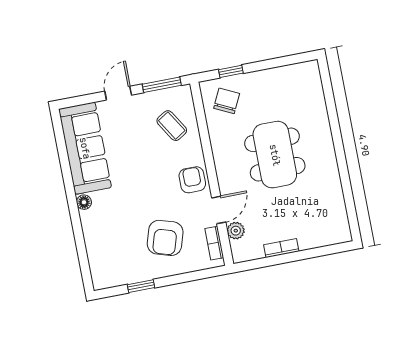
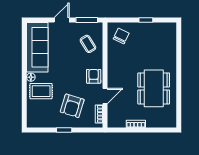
window: (231, 71) -> (146, 20), moved
dining table: (275, 155) -> (154, 88), moved
rug: (106, 223) -> (41, 91), added
plant: (236, 231) -> (112, 109), removed
window: (141, 286) -> (64, 130), moved

